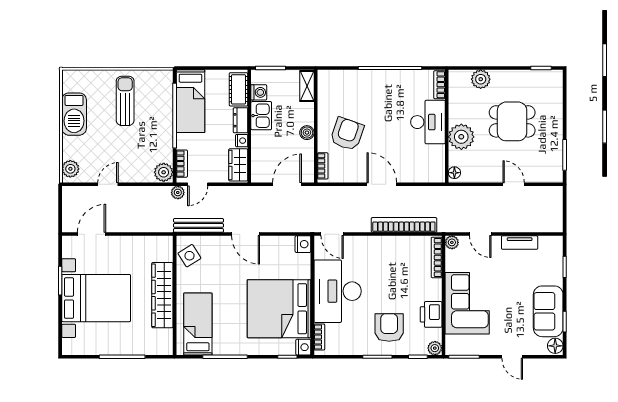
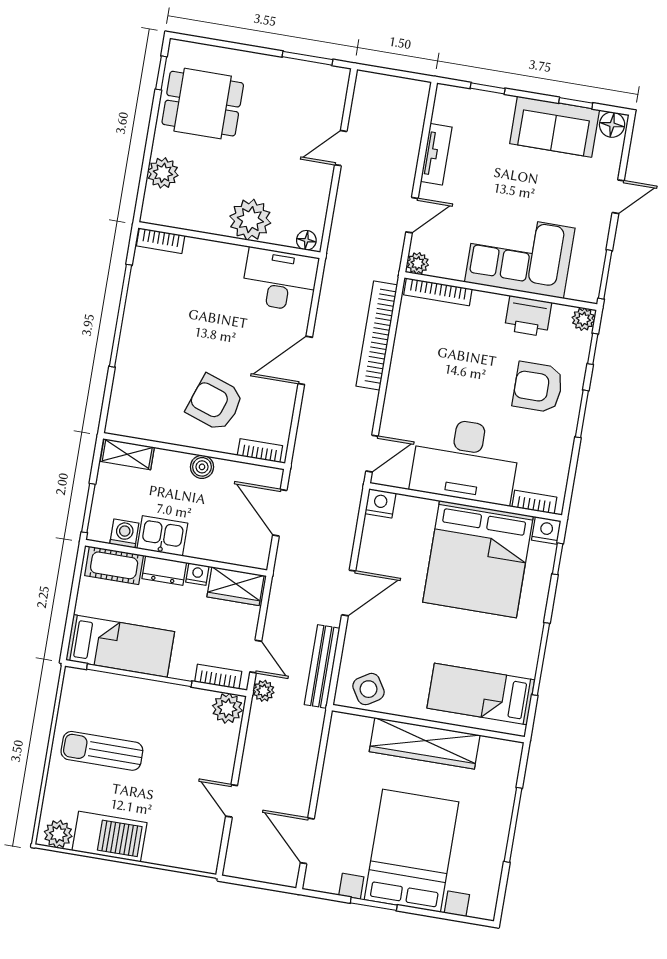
dining table: (512, 121) -> (203, 104), moved, turned 90
desk: (428, 122) -> (280, 280), moved
plant: (70, 169) -> (58, 834), moved

